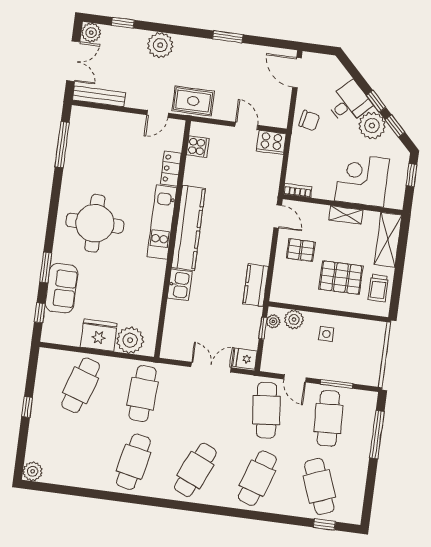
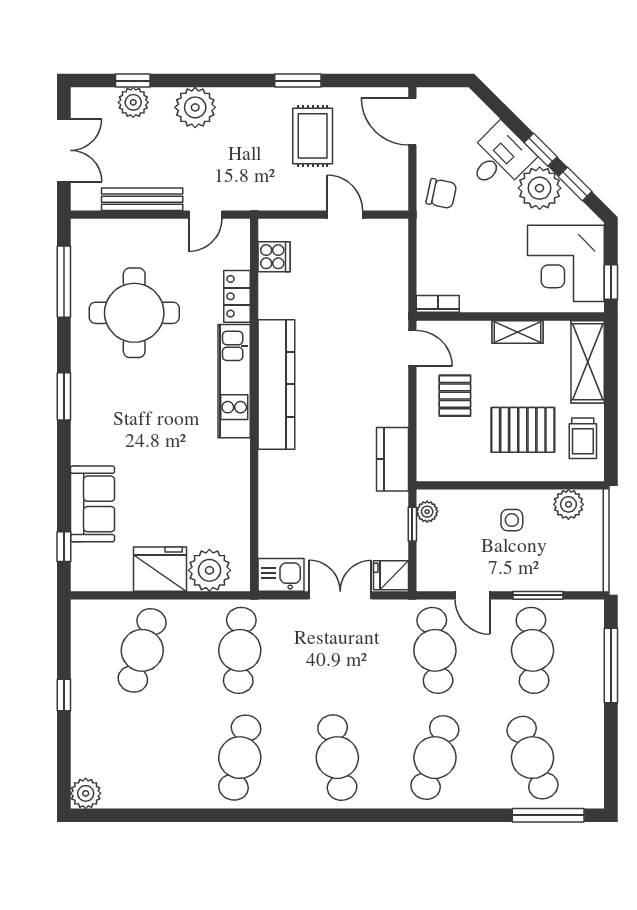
plant: (91, 33) -> (133, 102), moved
bench: (99, 96) -> (142, 199), moved
rug: (193, 101) -> (313, 136), moved, turned 90
cooker: (271, 142) -> (387, 235), removed
window: (412, 175) -> (611, 282), moved
corner desk: (362, 180) -> (566, 263), moved, turned -90
round table: (95, 223) -> (134, 313), moved
pallet: (301, 250) -> (455, 396), turned 90
window: (46, 268) -> (64, 396), moved
kitchen sink: (180, 285) -> (281, 575), moved, turned -90
plant: (294, 319) -> (568, 504), moved
cafe table: (195, 470) -> (337, 758), turned -33
window: (324, 524) -> (548, 815), width x2.17

